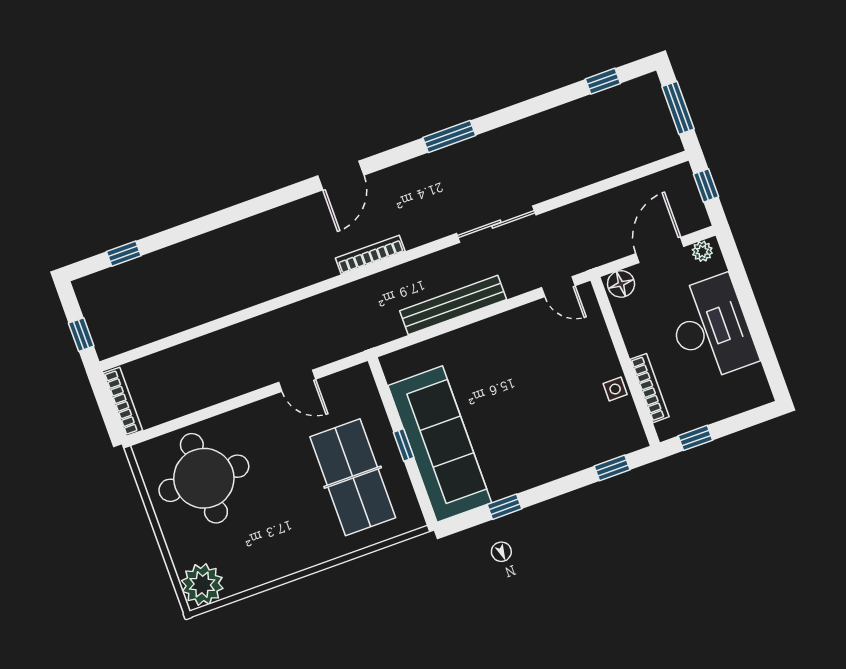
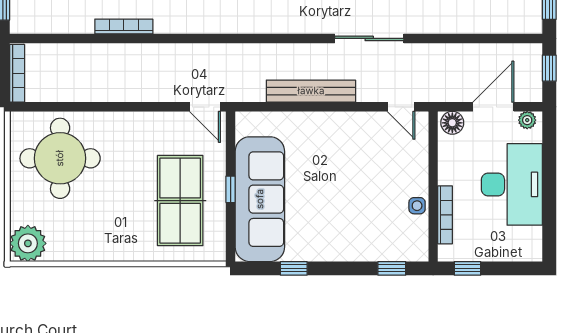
bookcase: (370, 255) -> (124, 26), moved
door: (297, 381) -> (205, 107), moved

